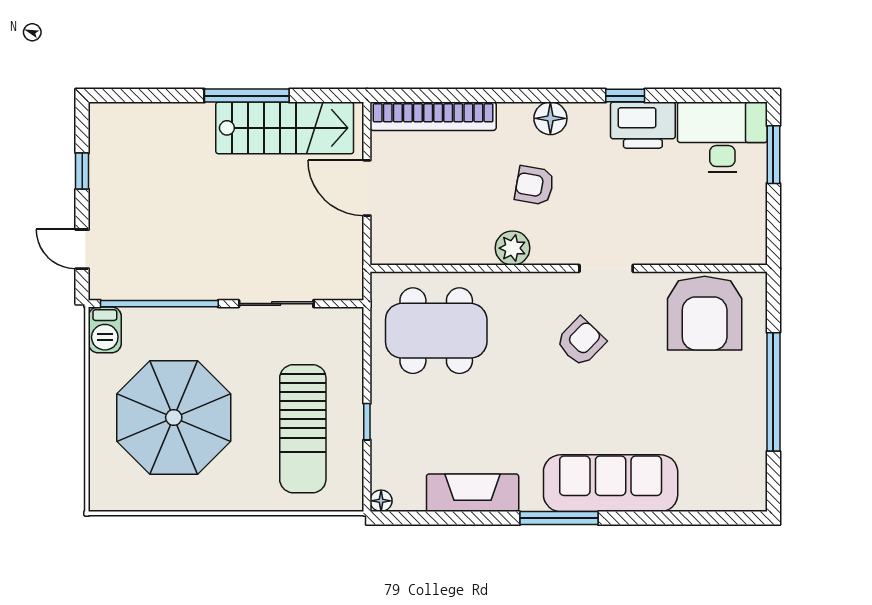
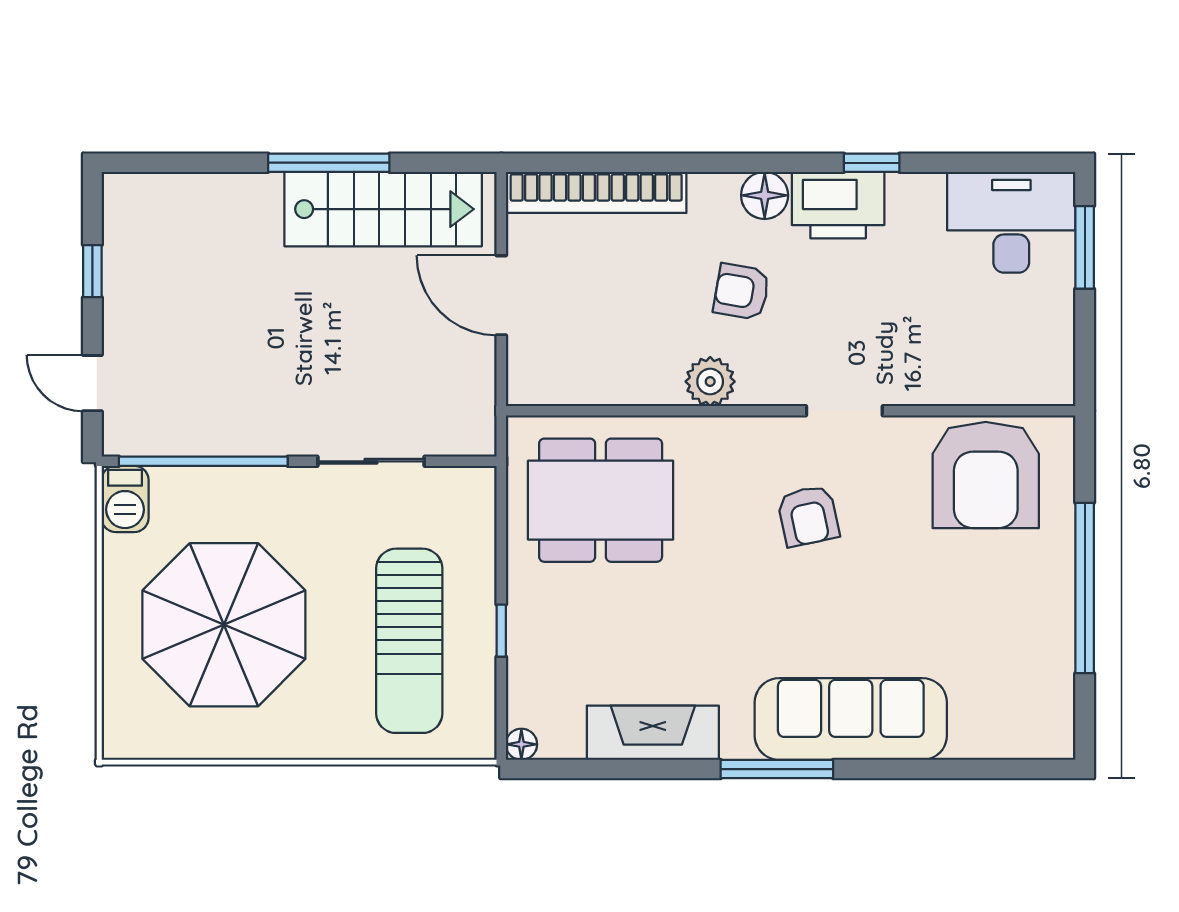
printer: (643, 125) -> (838, 205), moved
armchair: (581, 342) -> (808, 516), turned 124

